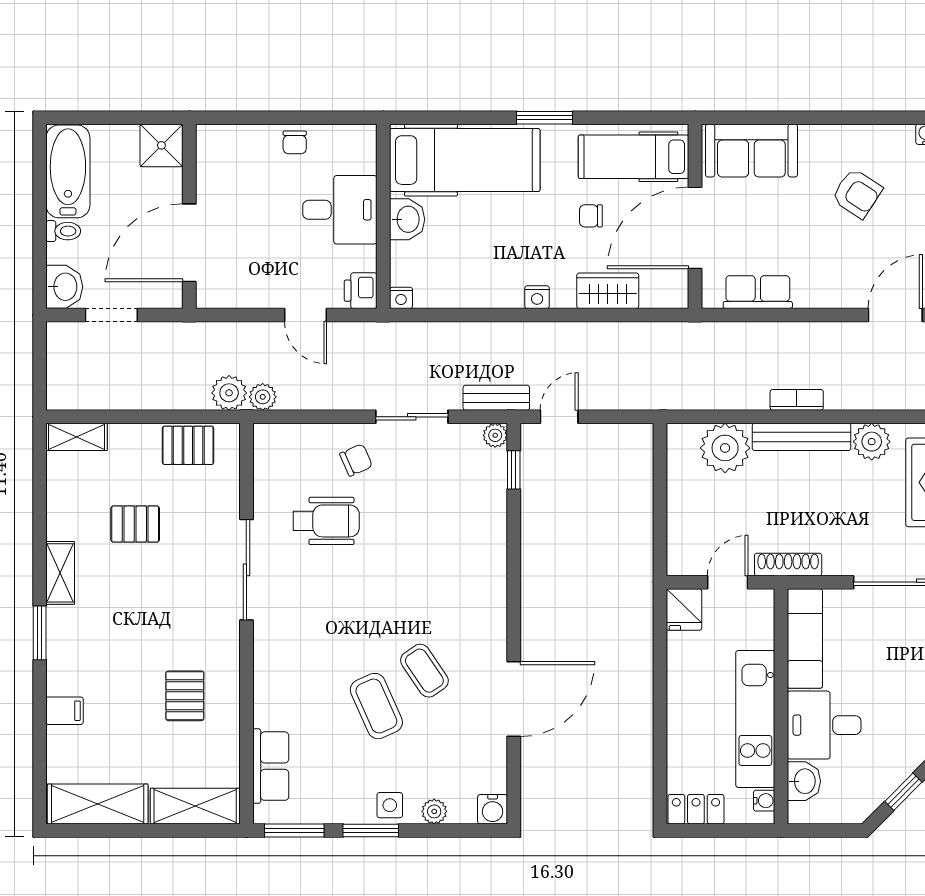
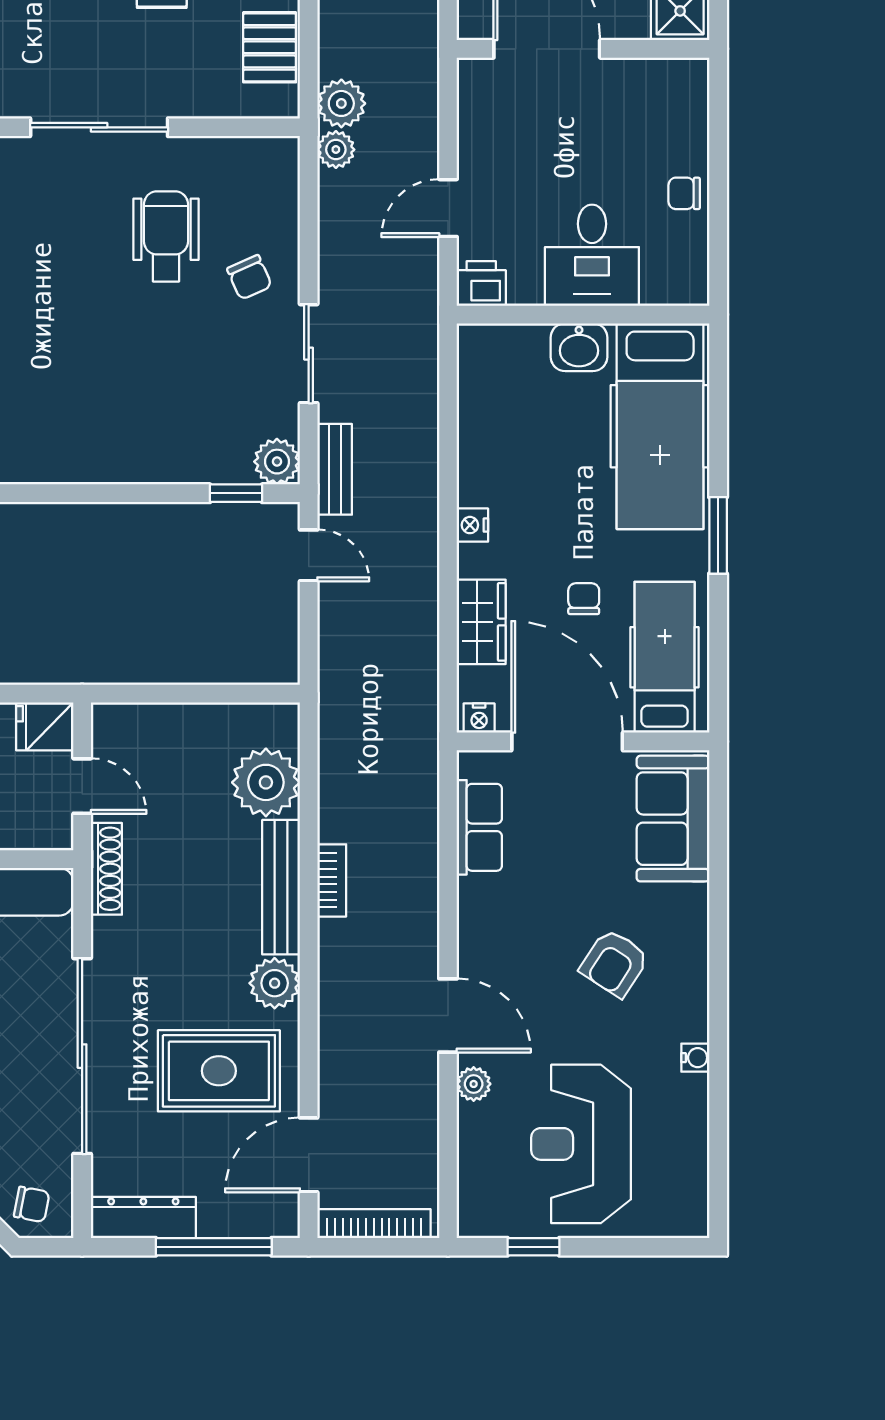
nightstand: (401, 298) -> (479, 718), moved, turned -90
plant: (495, 435) -> (277, 462), width x1.38, depth x1.38
wheelchair: (326, 521) -> (166, 236), turned 180

